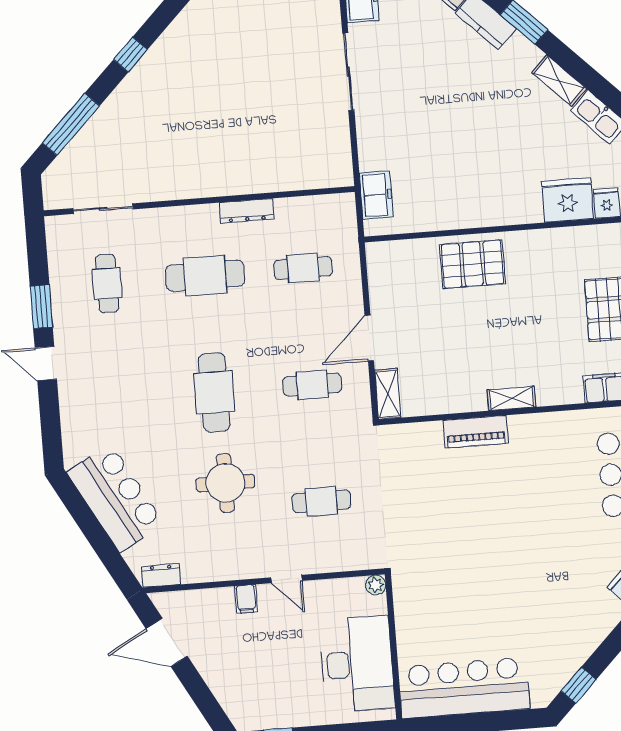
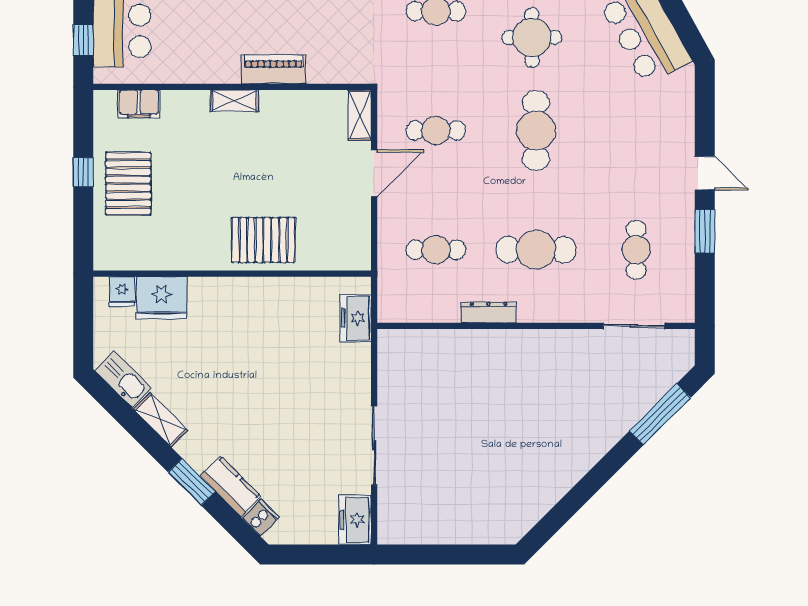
window: (131, 54) -> (594, 480), removed

